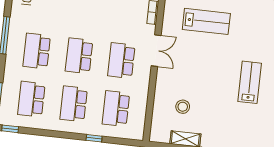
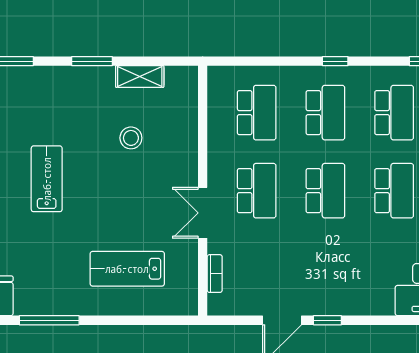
lab bench: (250, 82) -> (47, 179), turned 180
stool: (183, 107) -> (131, 138), moved
window: (94, 138) -> (335, 61), moved

